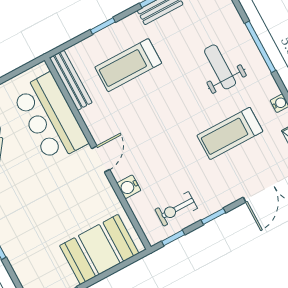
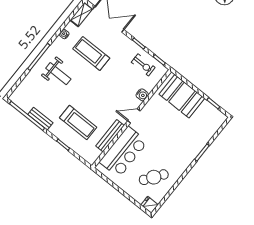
weight bench: (220, 67) -> (58, 74), turned -90
bench: (71, 80) -> (110, 136), moved
treadmill: (230, 133) -> (91, 53), turned 180

